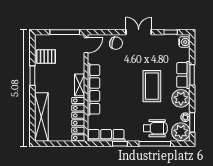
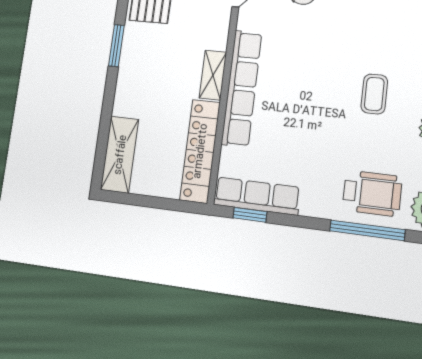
coffee table: (152, 86) -> (374, 94), width x0.54, depth x0.58
shelving: (41, 117) -> (120, 155), width x0.68
window: (120, 144) -> (250, 215), moved

